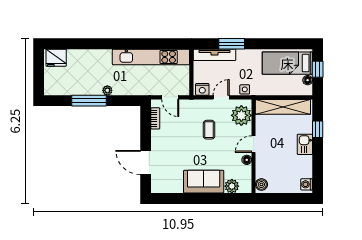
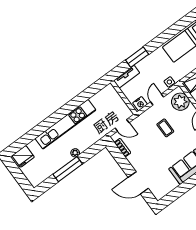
tv unit: (215, 55) -> (127, 77), width x0.71
kitchen unit: (151, 57) -> (65, 124), moved

